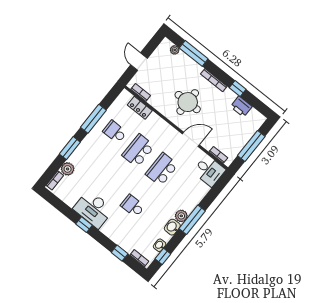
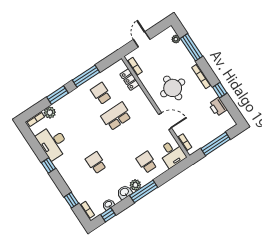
school desk: (162, 169) -> (147, 162), moved, width x0.54
desk: (93, 209) -> (53, 142), moved

